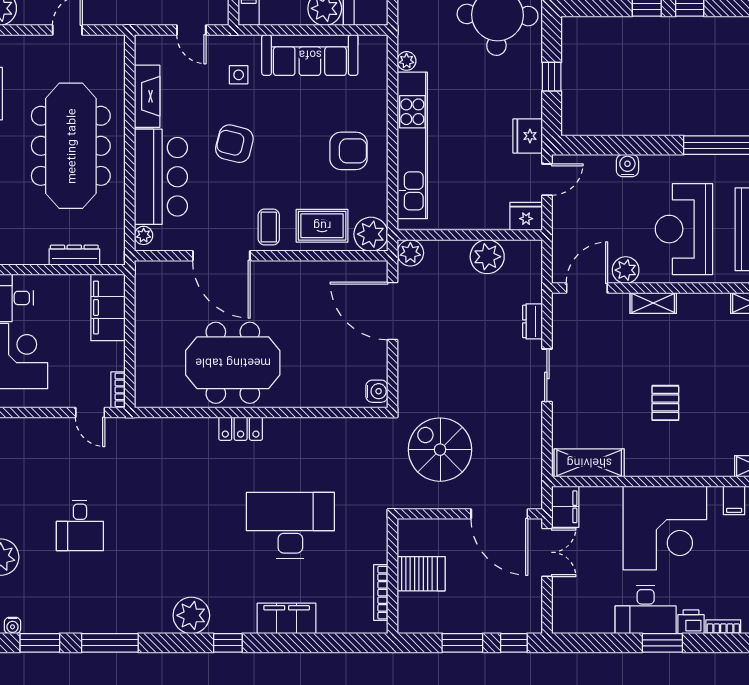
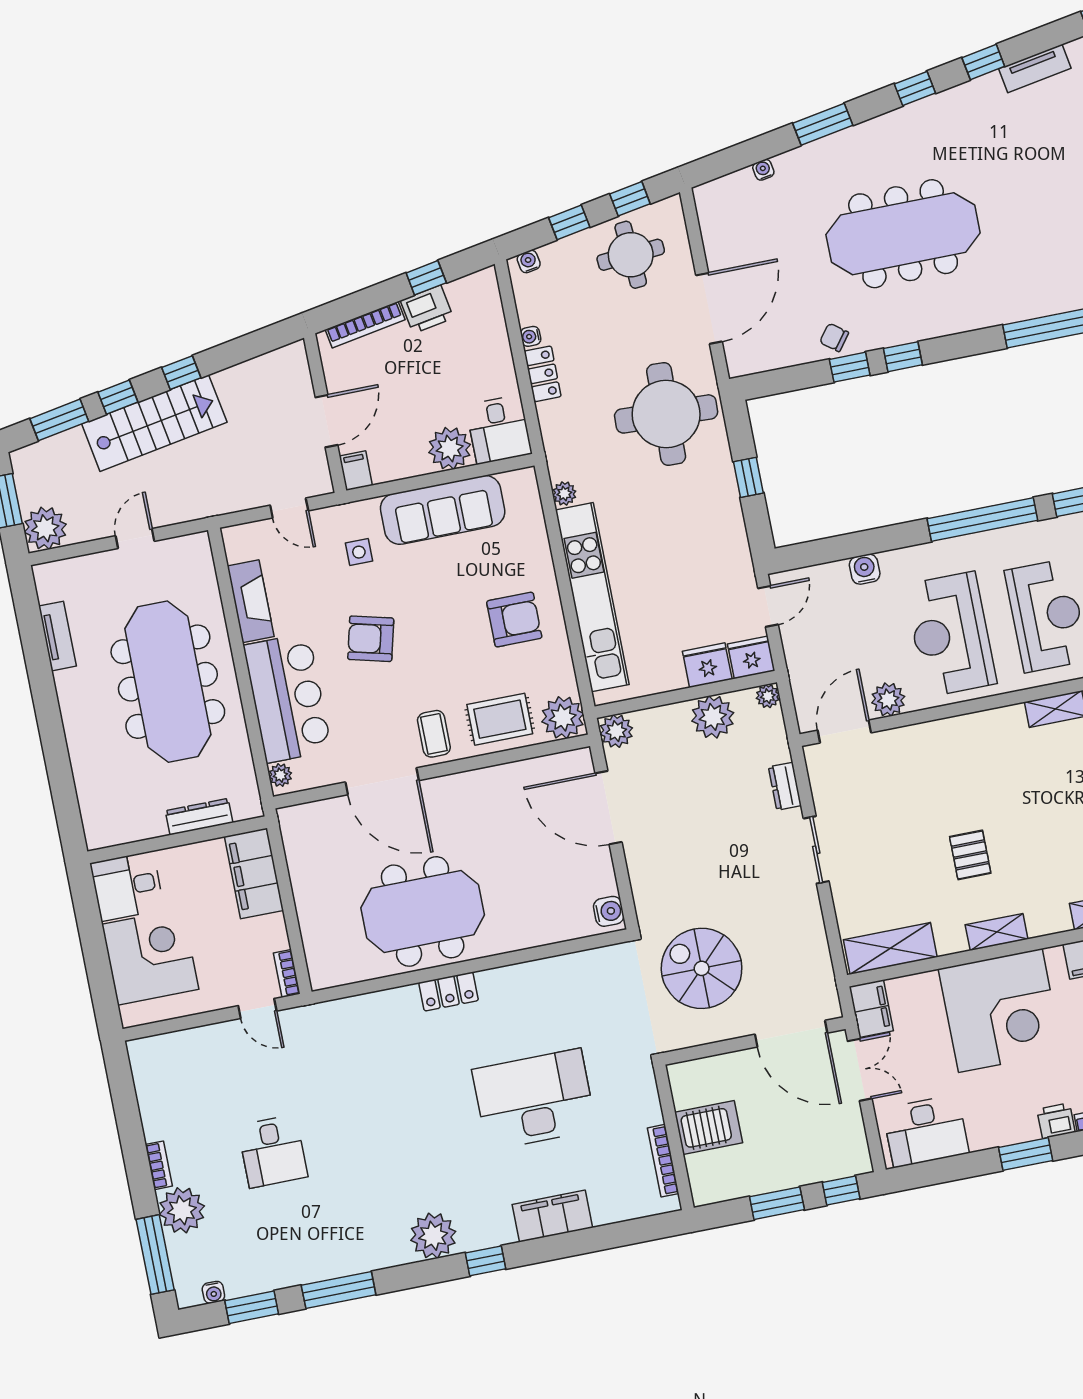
fridge: (528, 136) -> (707, 665), moved, turned 90
plant: (533, 249) -> (768, 696), added
shelving: (653, 303) -> (997, 932), moved
desk: (646, 610) -> (926, 1131), moved

